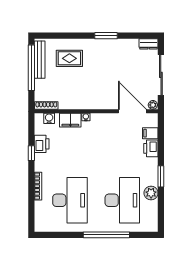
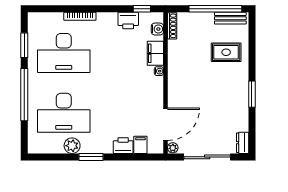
rug: (69, 58) -> (226, 52), turned 90
bench: (40, 60) -> (230, 18), width x0.73
window: (31, 153) -> (142, 9), moved
window: (63, 235) -> (24, 45), added

